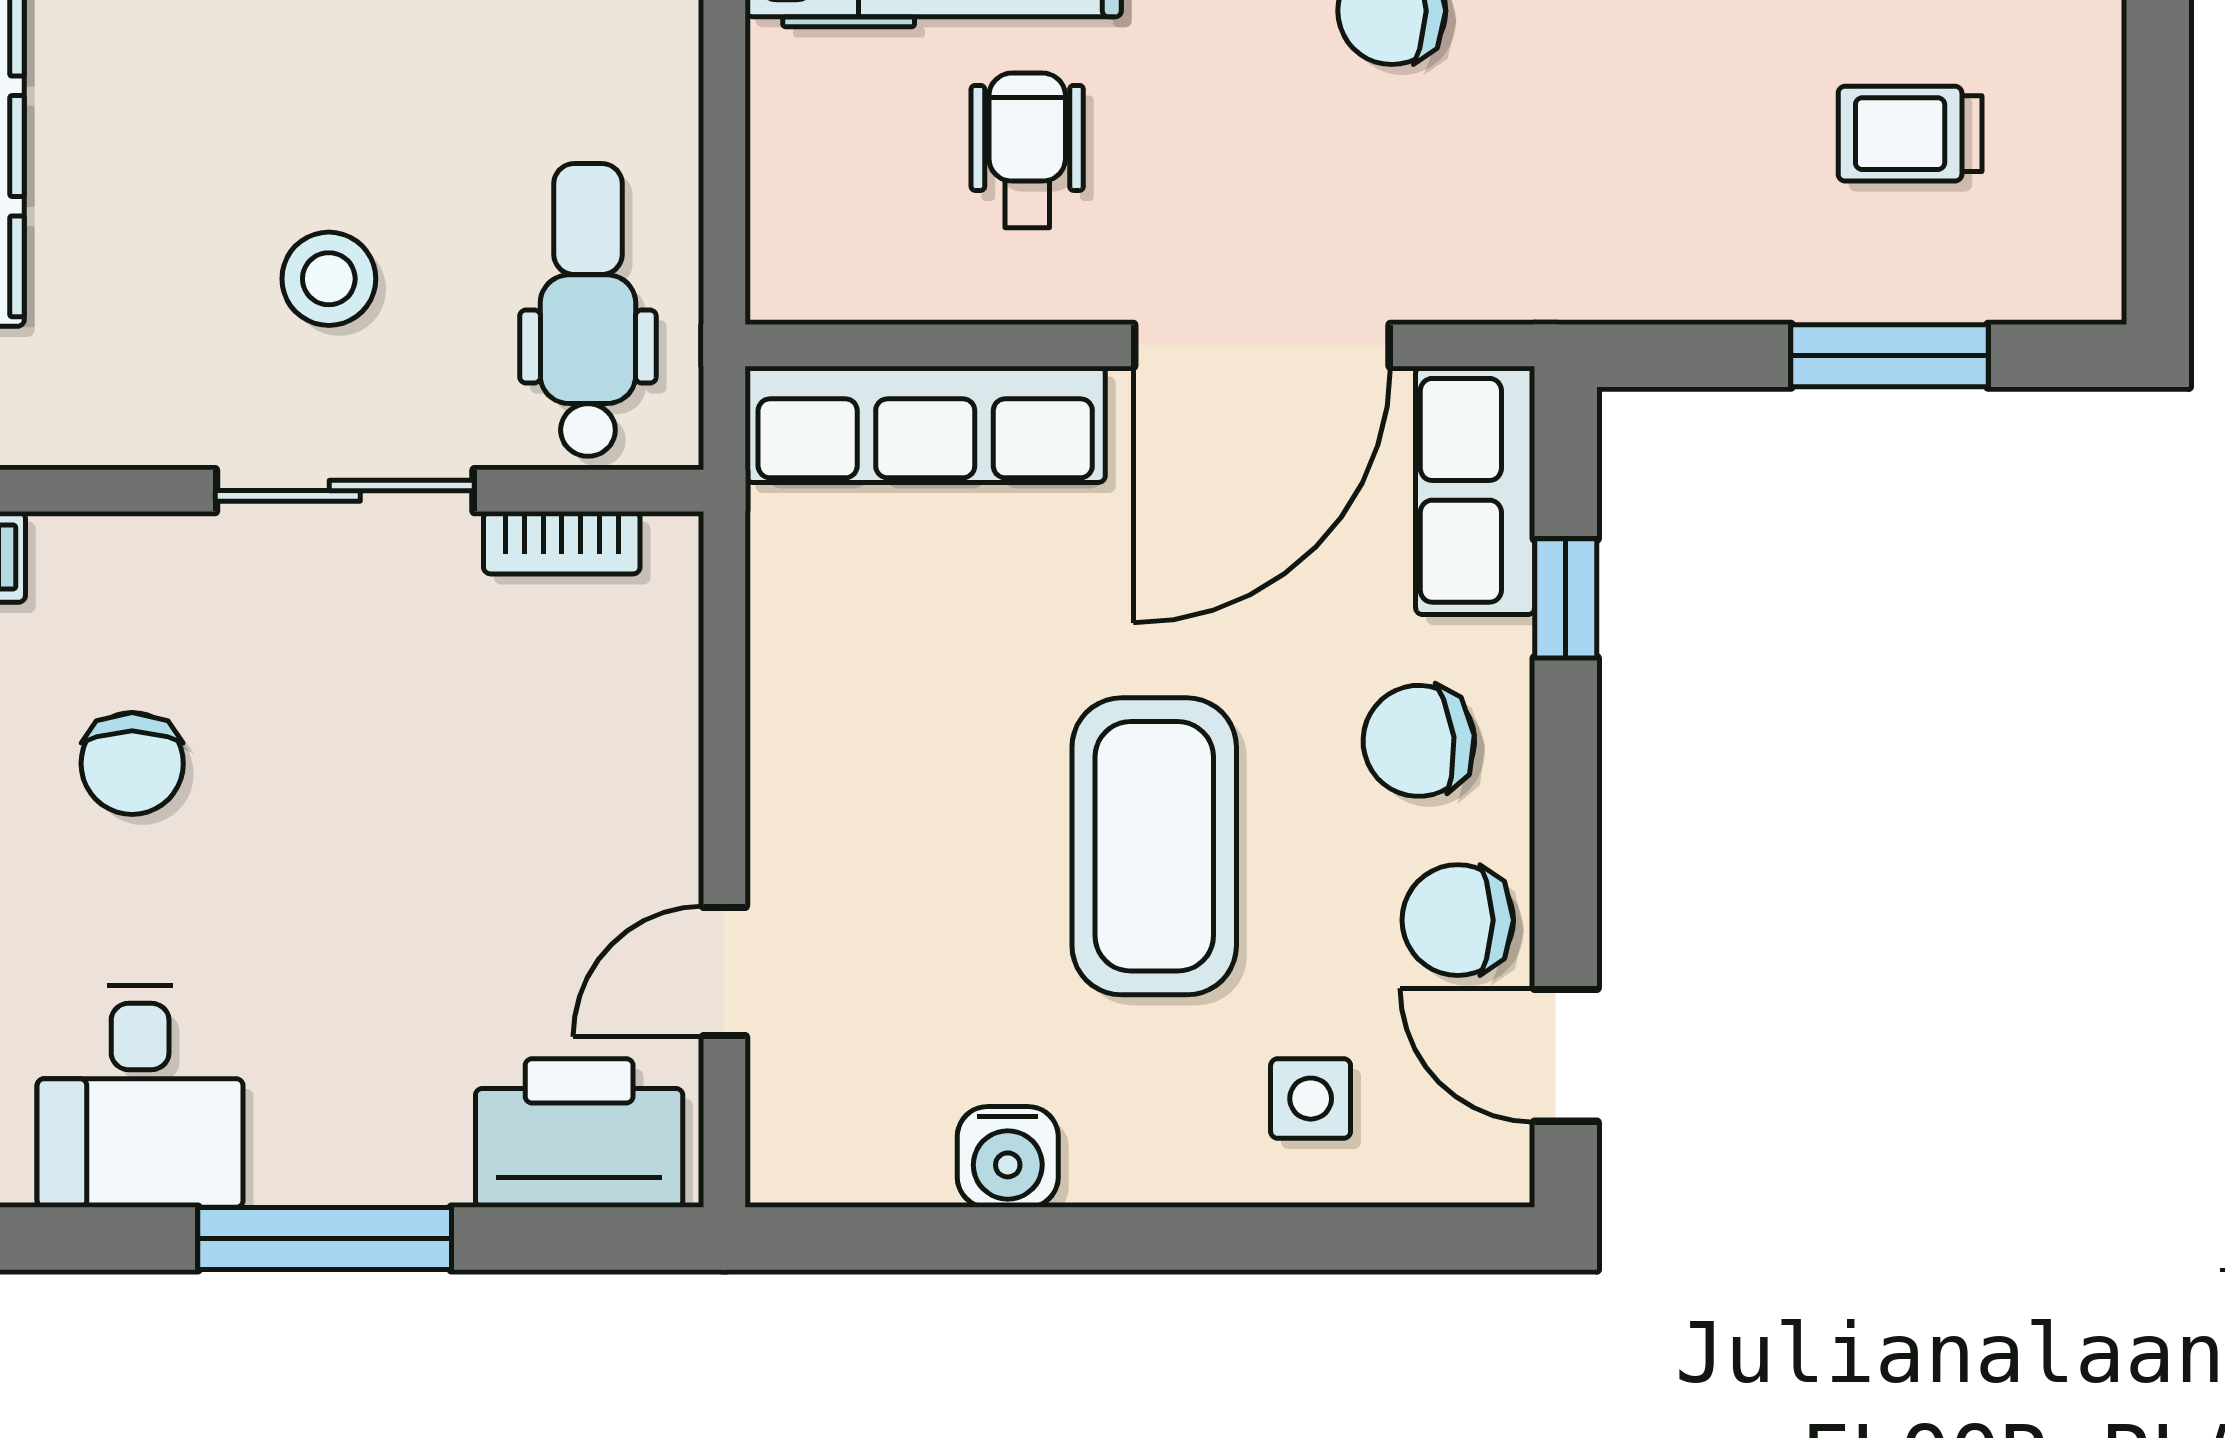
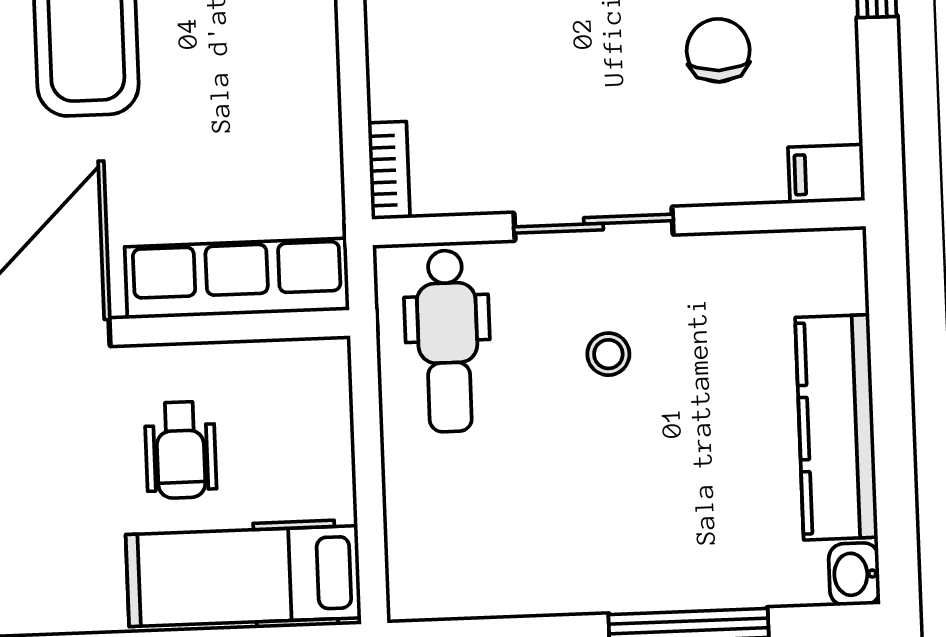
stool: (329, 279) -> (608, 354), width x0.73, depth x0.73
bookcase: (562, 543) -> (389, 170), moved, turned 90

